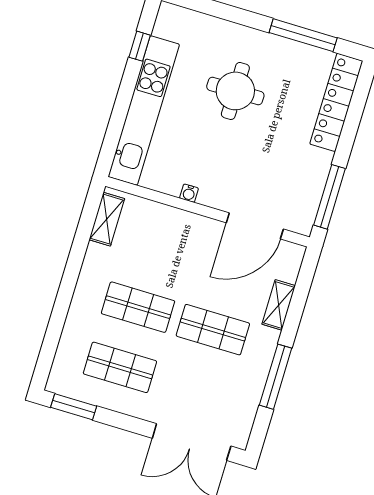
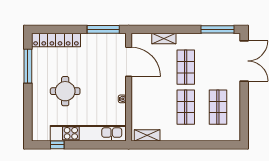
window: (276, 377) -> (217, 29), moved
window: (74, 407) -> (244, 124), removed

